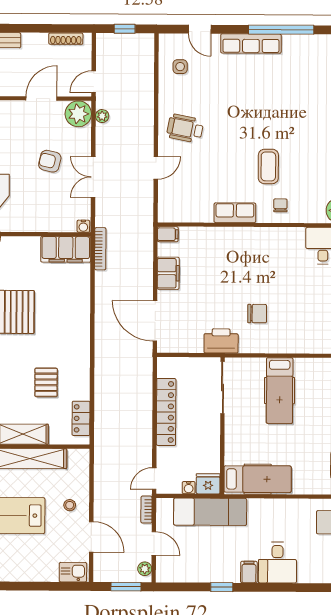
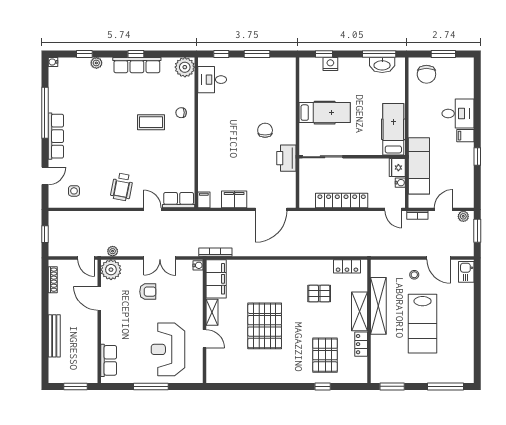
armchair: (50, 161) -> (148, 292), turned -103
row of seats: (235, 213) -> (179, 200), moved, turned 90
shelving: (23, 244) -> (212, 312), added
door: (91, 537) -> (439, 258), swing flipped

